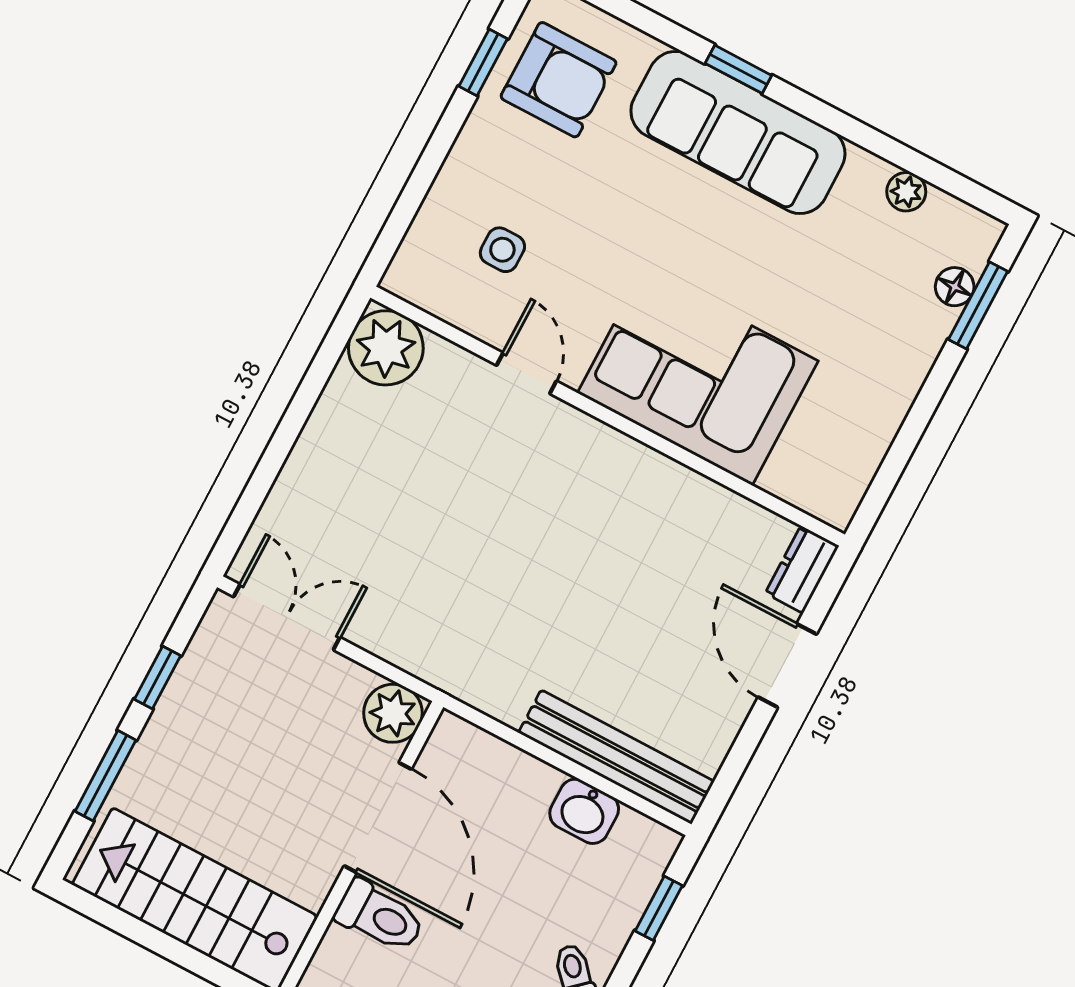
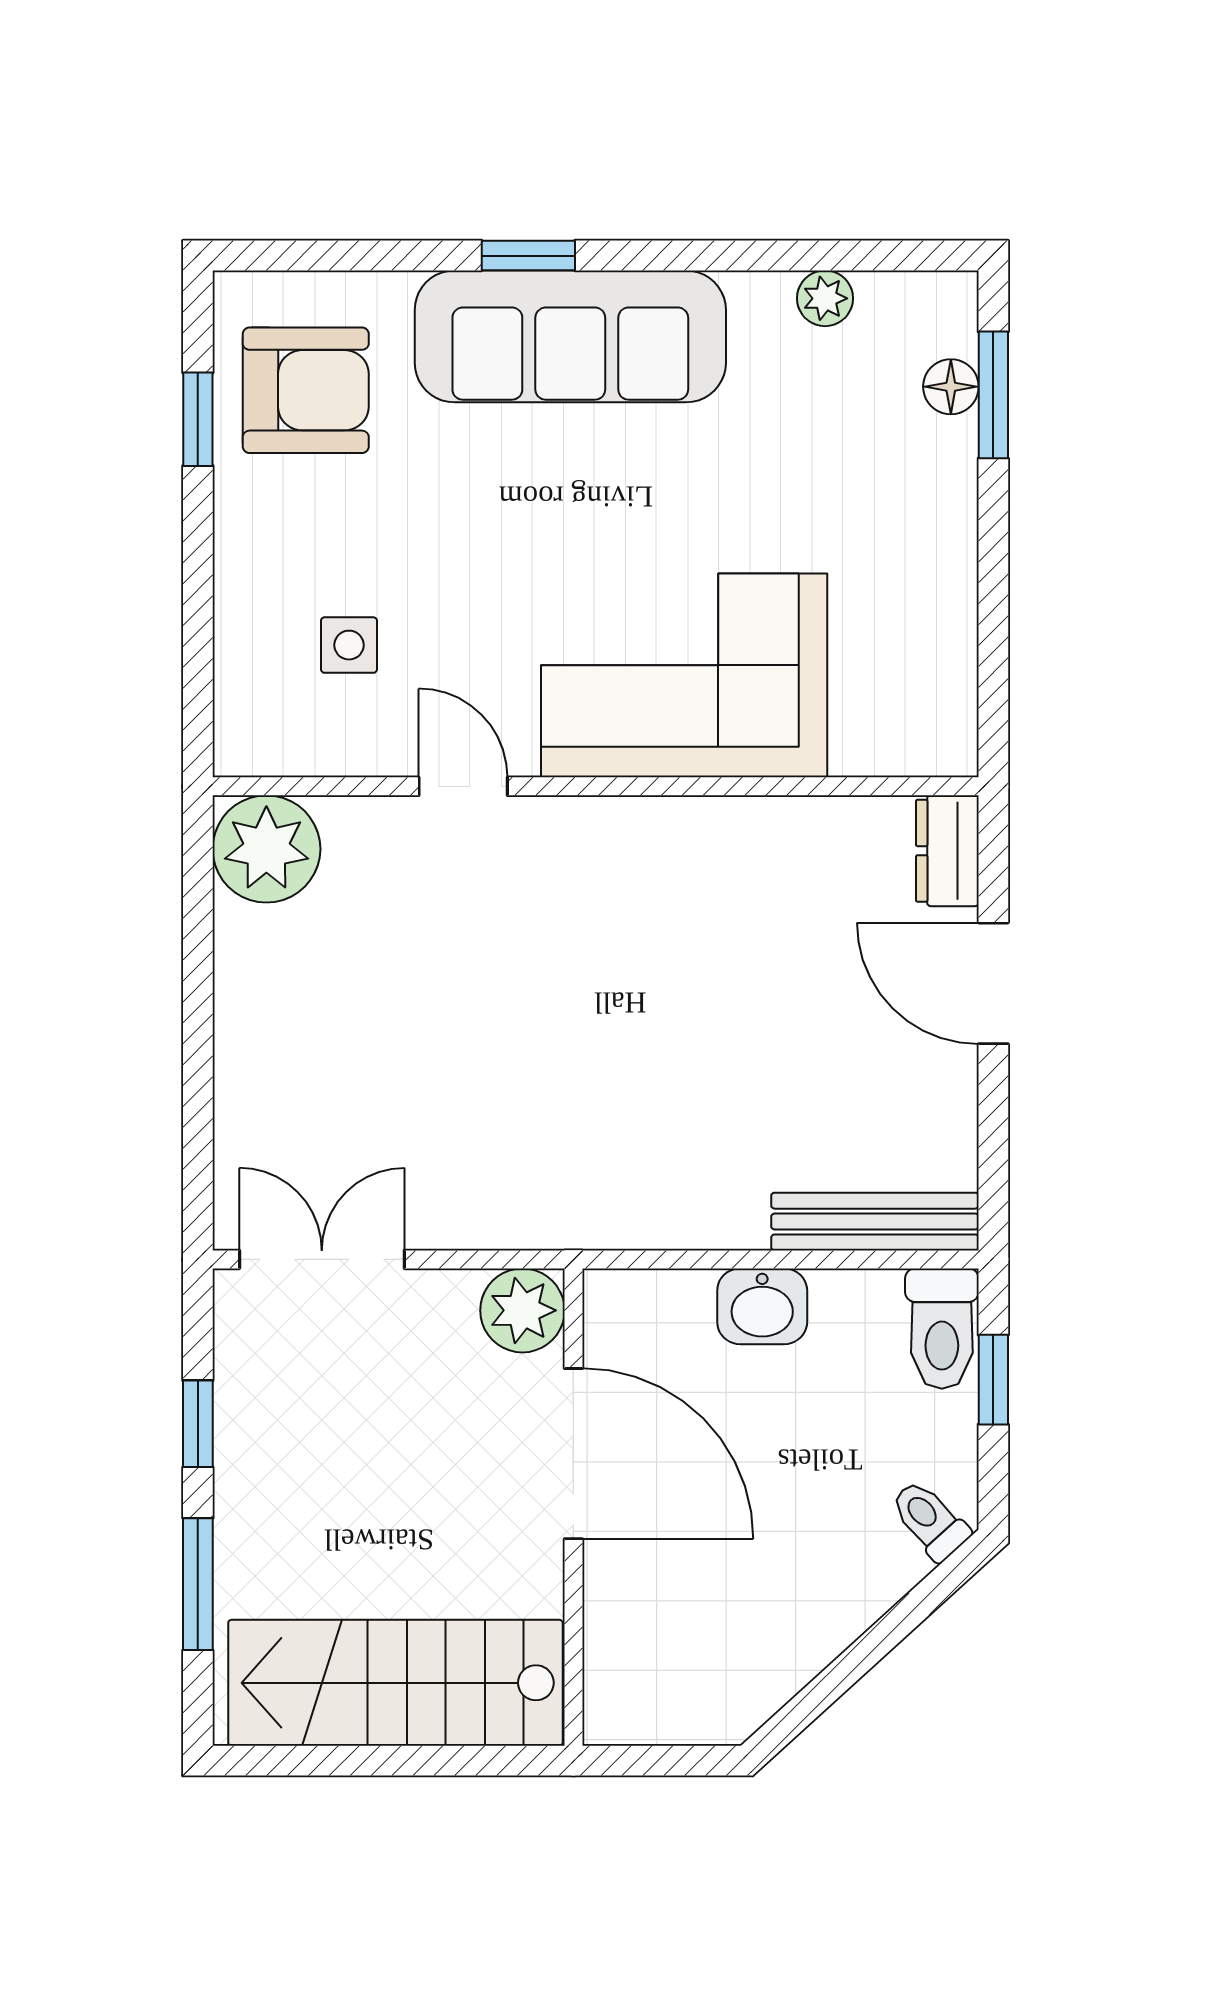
bench: (616, 757) -> (875, 1222), width x0.73, depth x0.82
washbasin: (584, 811) -> (762, 1306), moved
toilet: (380, 916) -> (942, 1329), moved, turned 90

